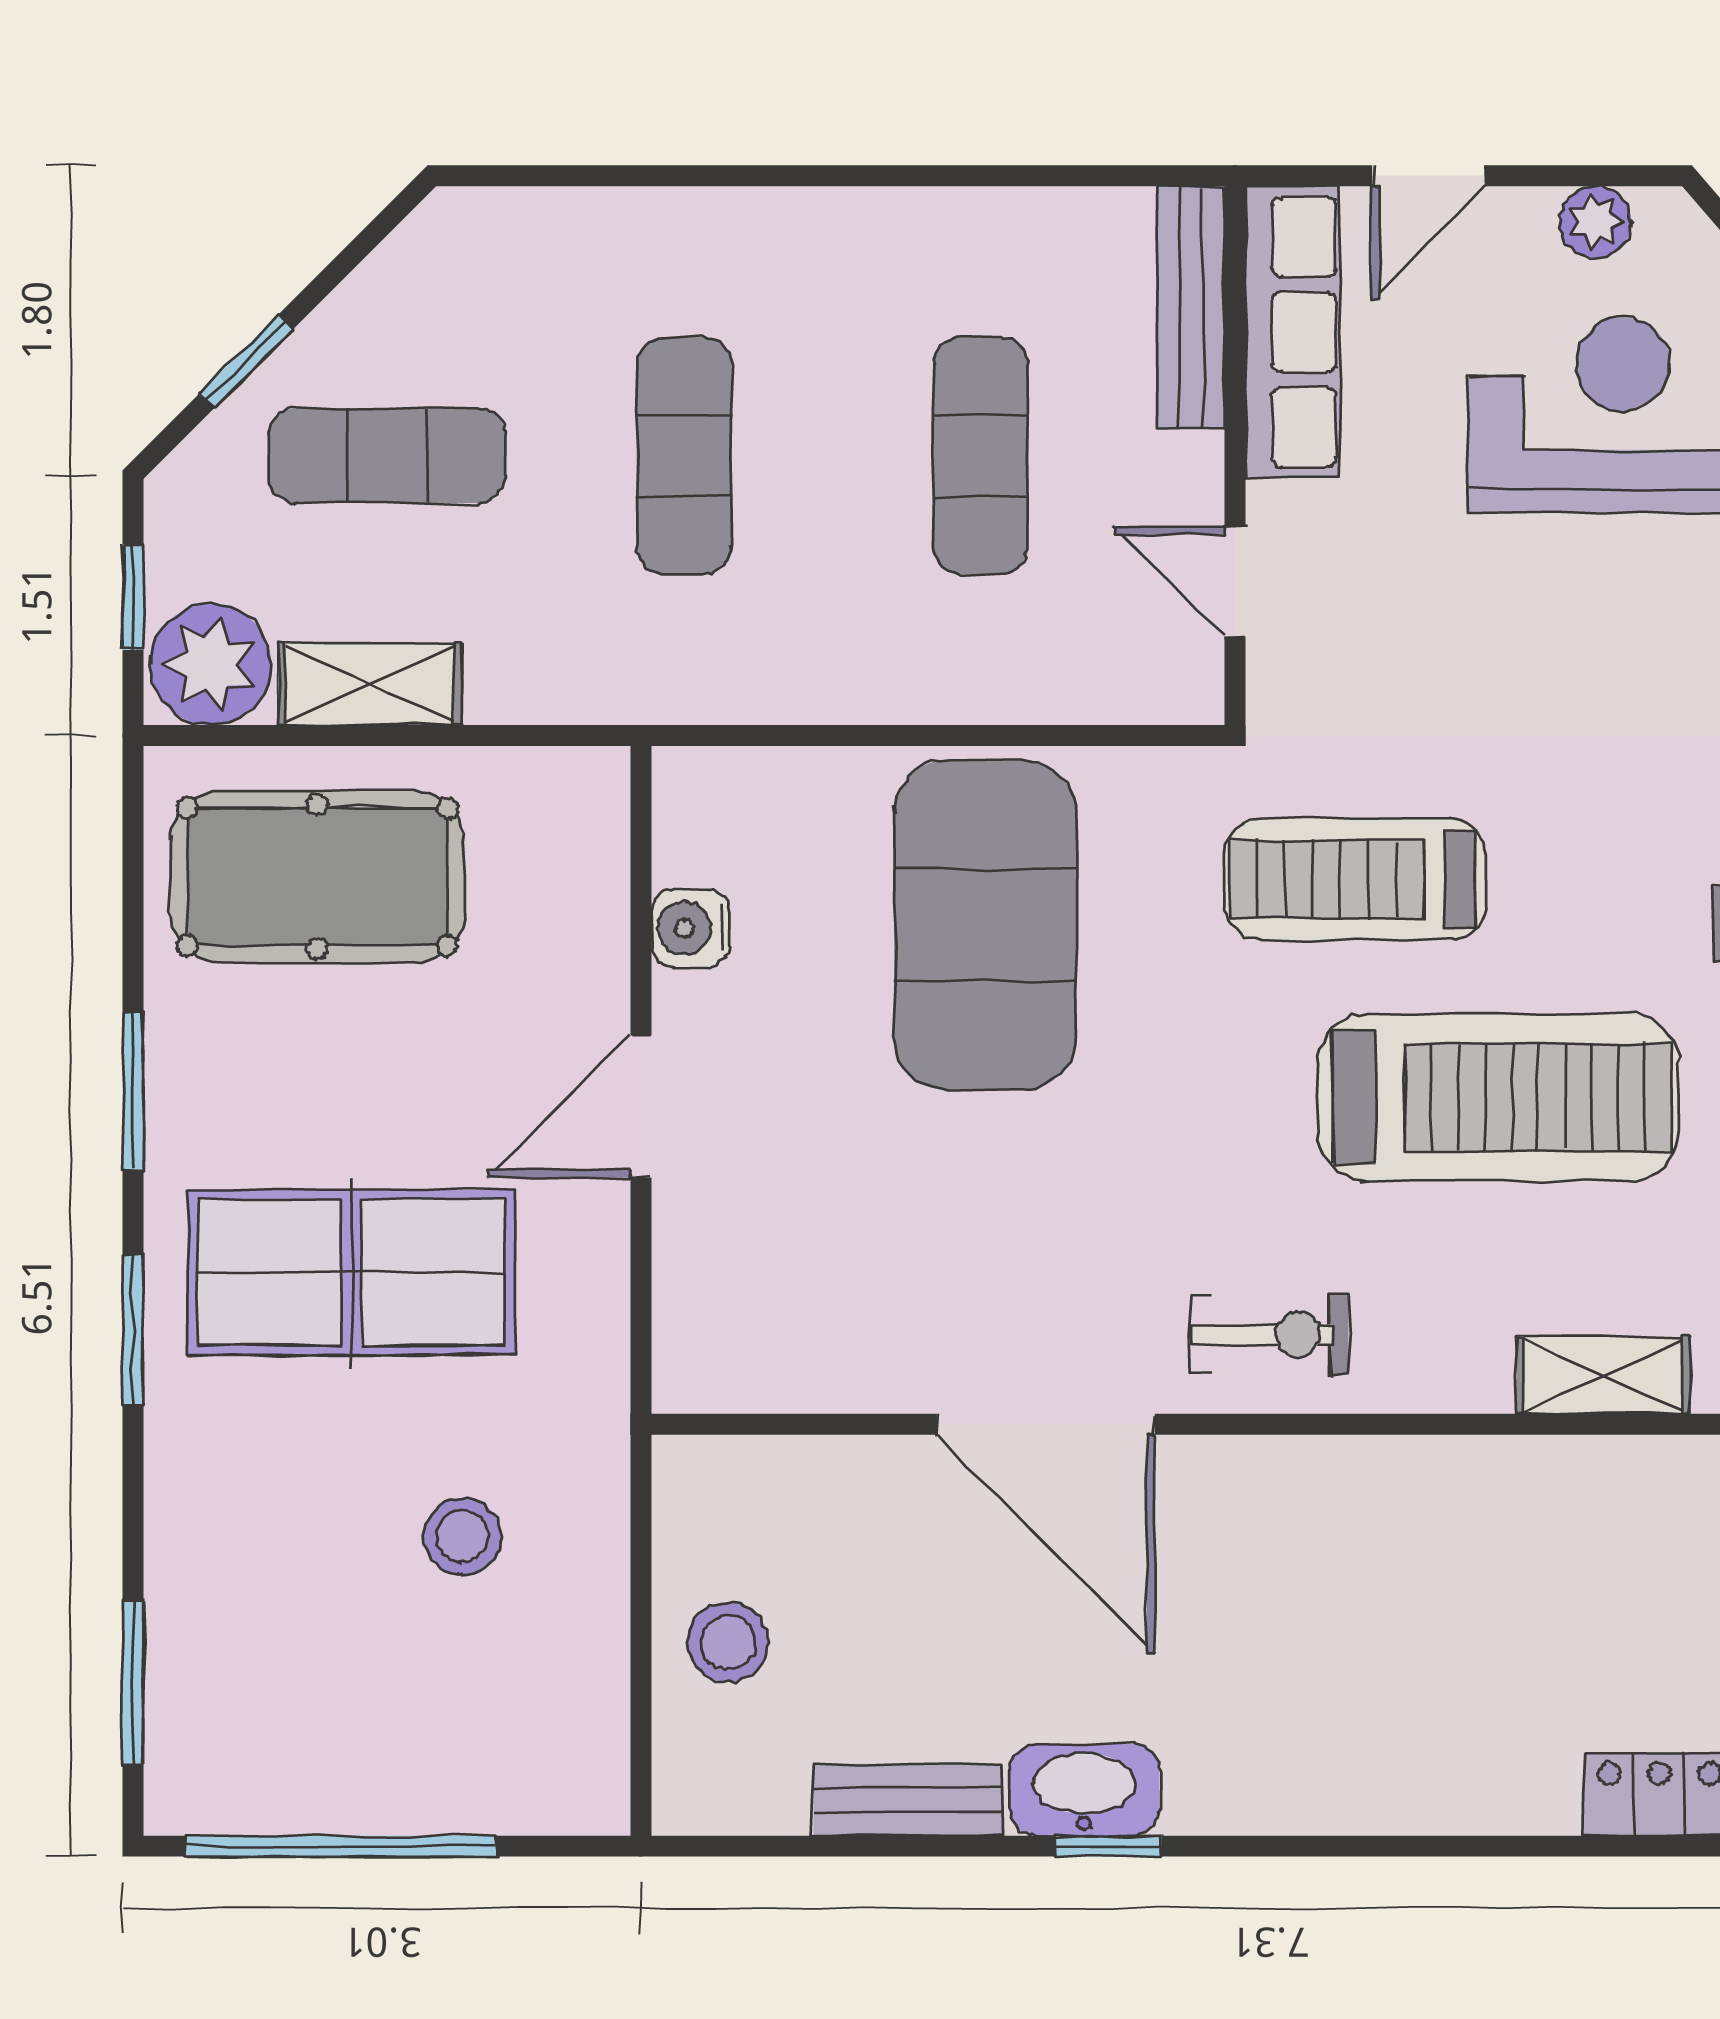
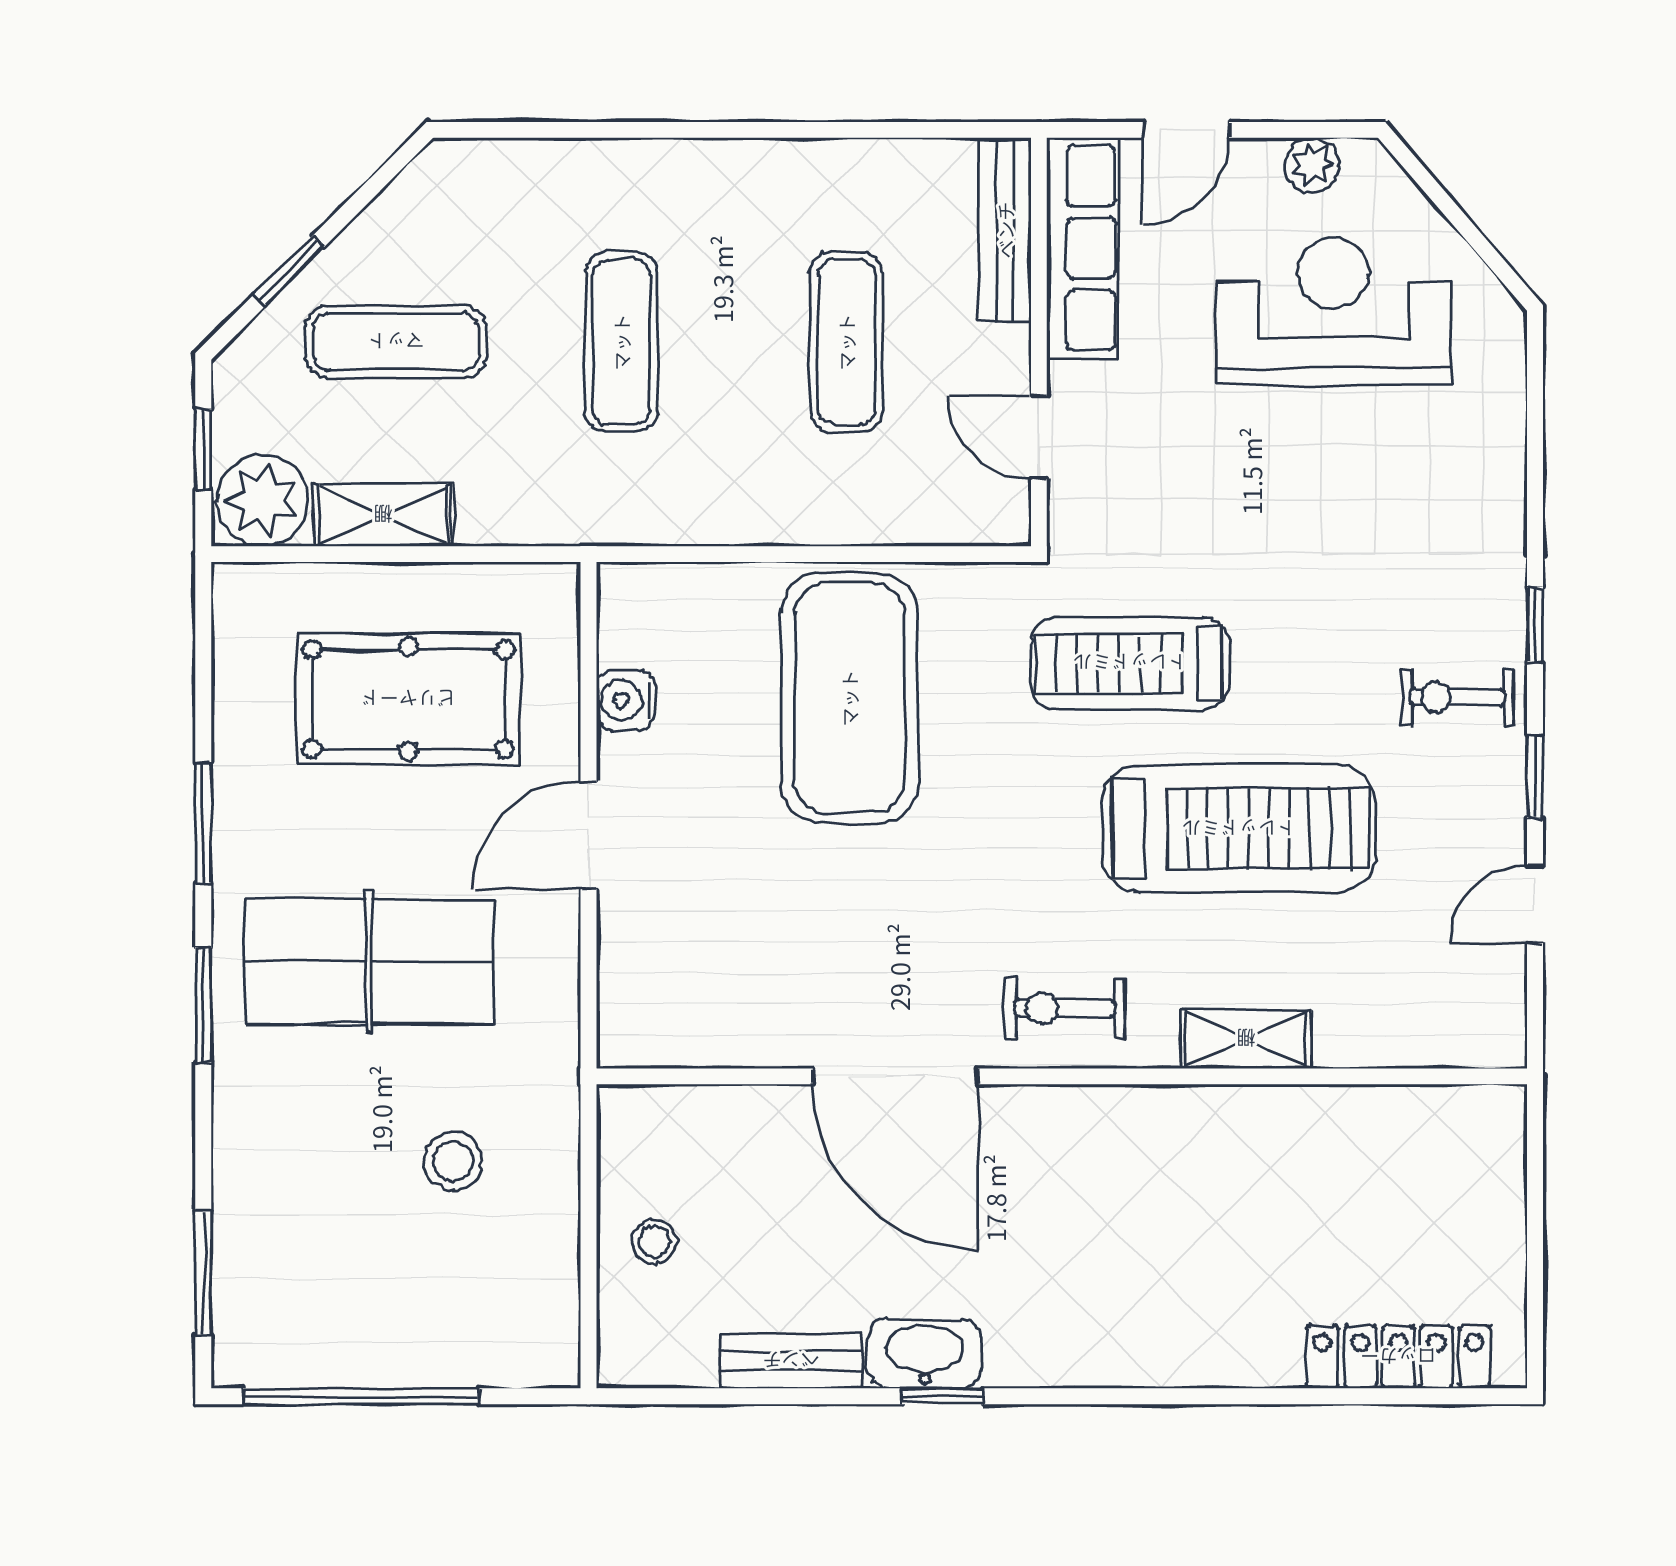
pool table: (317, 877) -> (408, 699), moved
exercise bike: (1269, 1334) -> (1065, 1008), turned 180
shelving: (1603, 1375) -> (1246, 1039), moved
stool: (728, 1642) -> (654, 1241), width x0.73, depth x0.73

